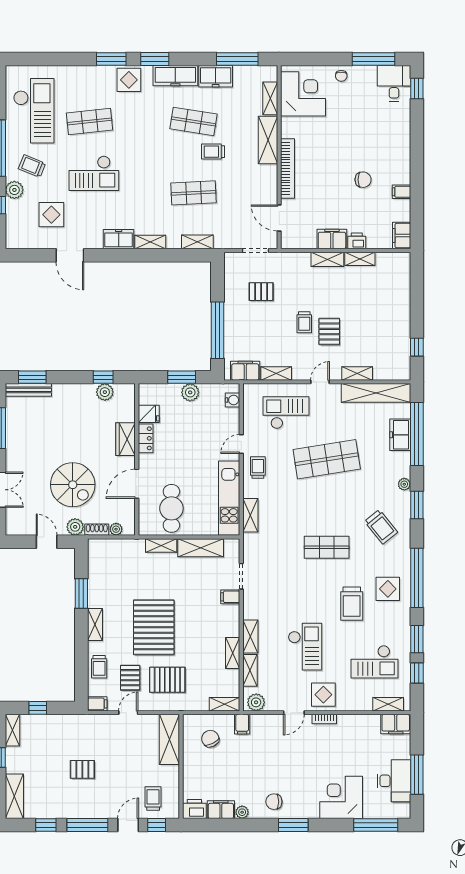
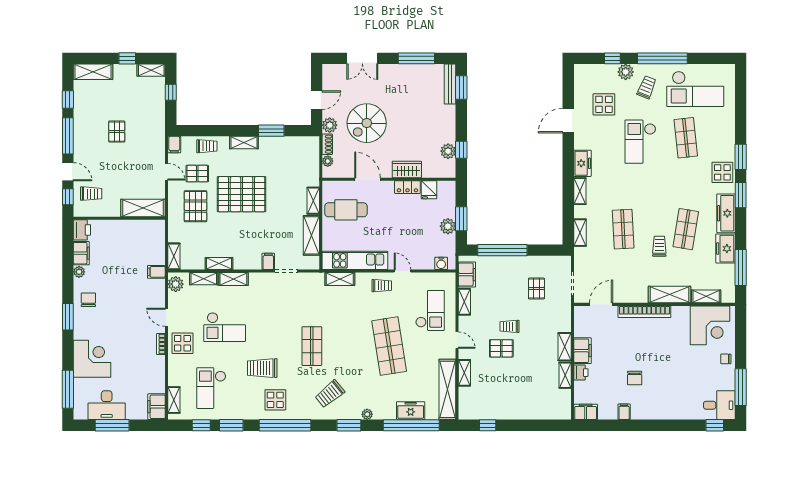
trolley: (99, 667) -> (207, 146), turned 180
chair: (210, 739) -> (144, 244), removed

